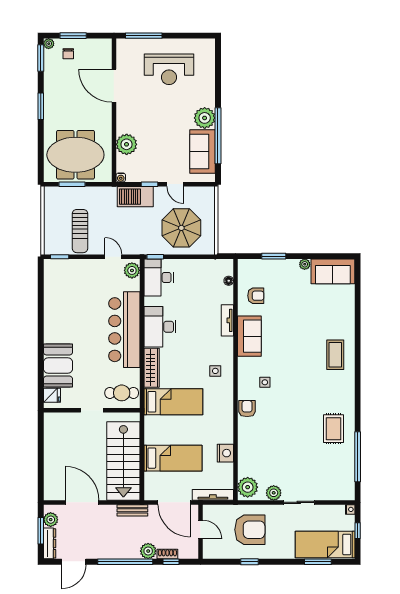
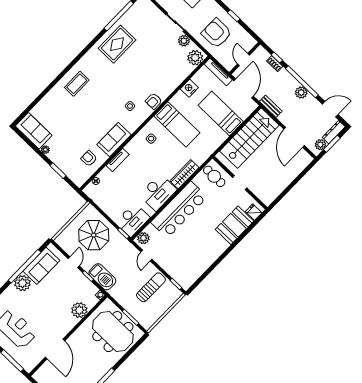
bed: (173, 402) -> (177, 124), moved, turned 180
rug: (333, 429) -> (117, 44), width x1.36, depth x1.43
plant: (148, 551) -> (301, 93), moved

